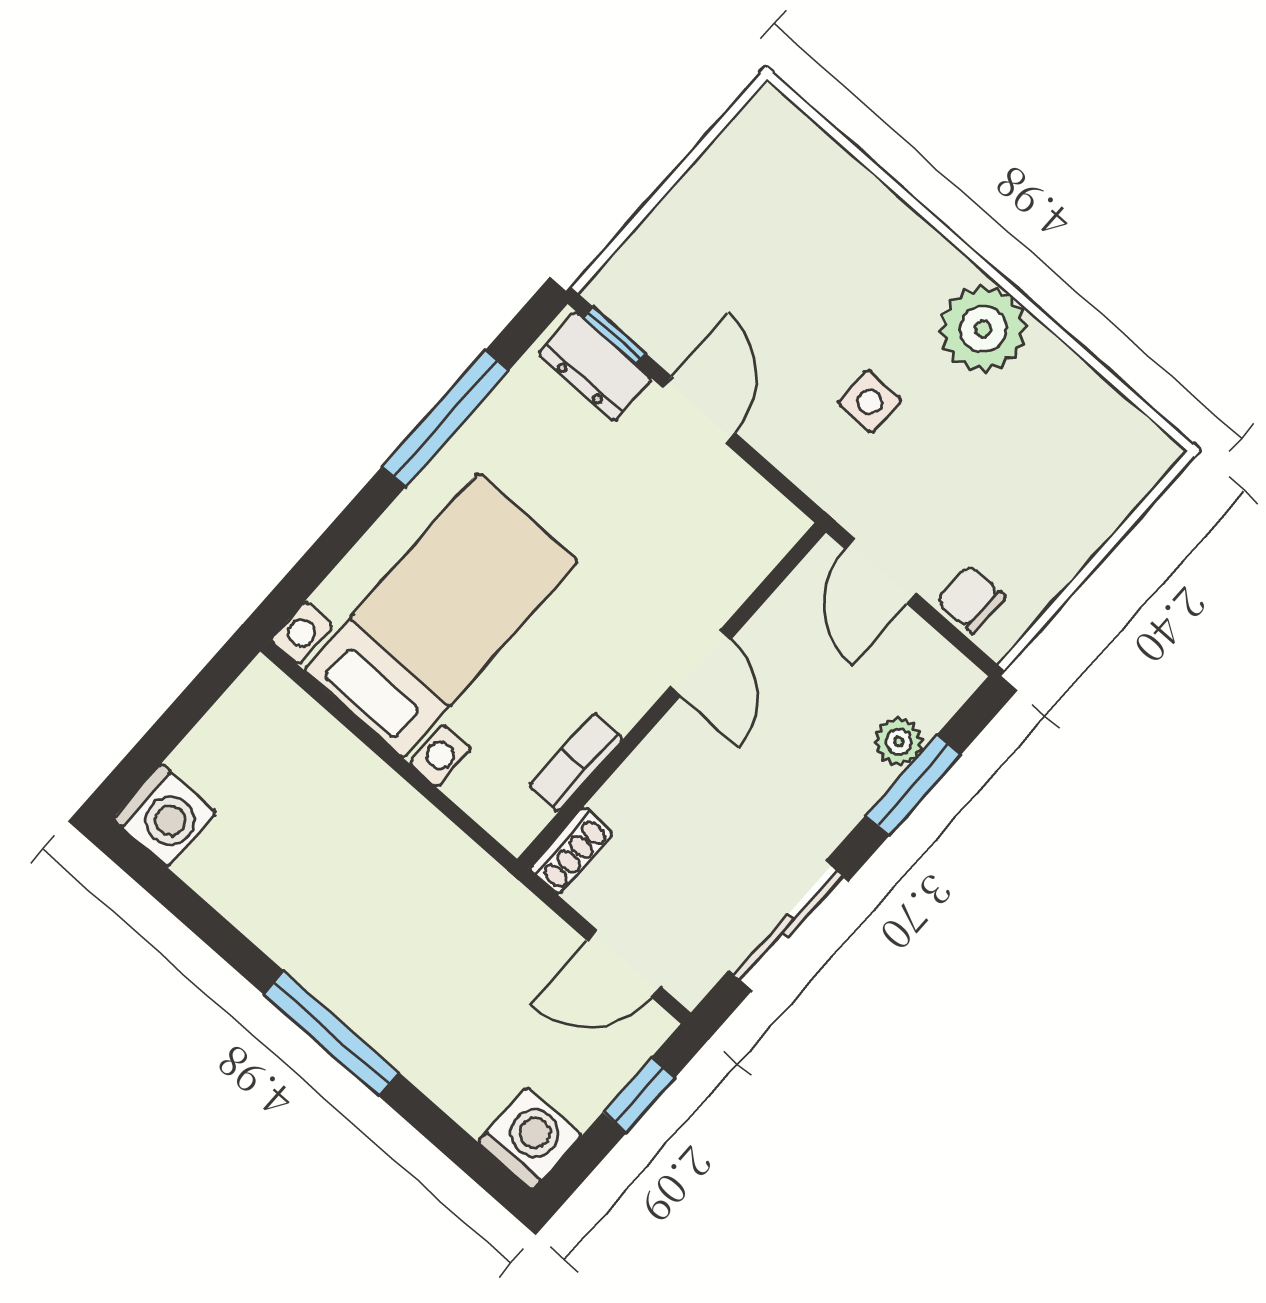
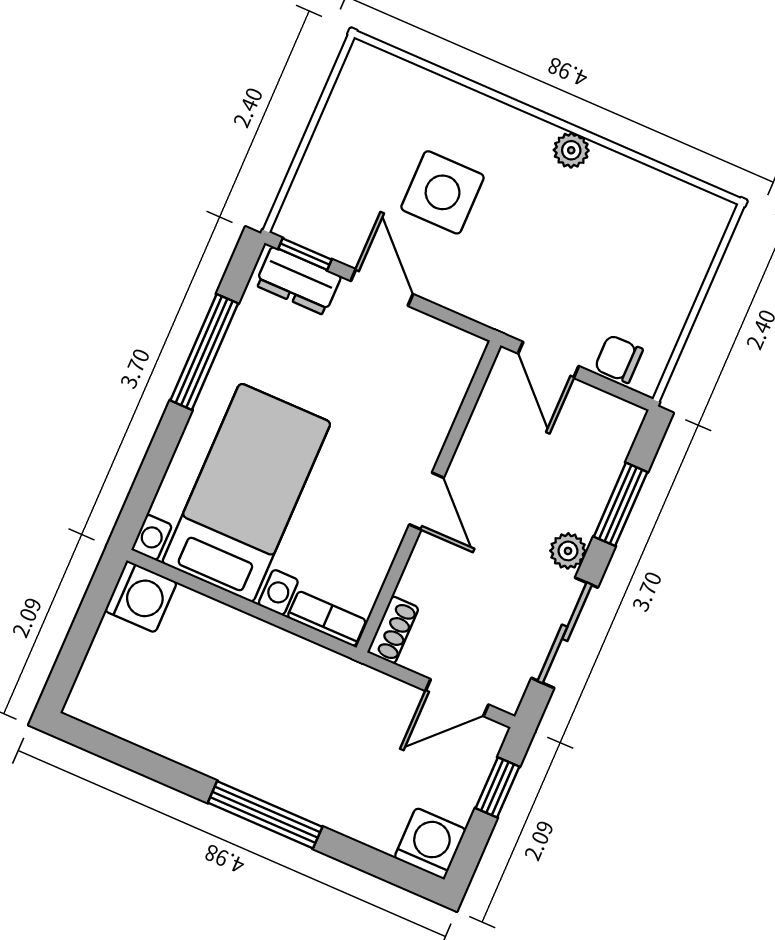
plant: (983, 329) -> (571, 150), width x0.53, depth x0.53
side table: (870, 402) -> (443, 192), moved, width x1.87, depth x1.87
door: (700, 663) -> (427, 501), moved
plant: (899, 742) -> (568, 551), moved
bookcase: (576, 762) -> (327, 619), moved, turned 90
washing machine: (165, 816) -> (141, 597), moved

